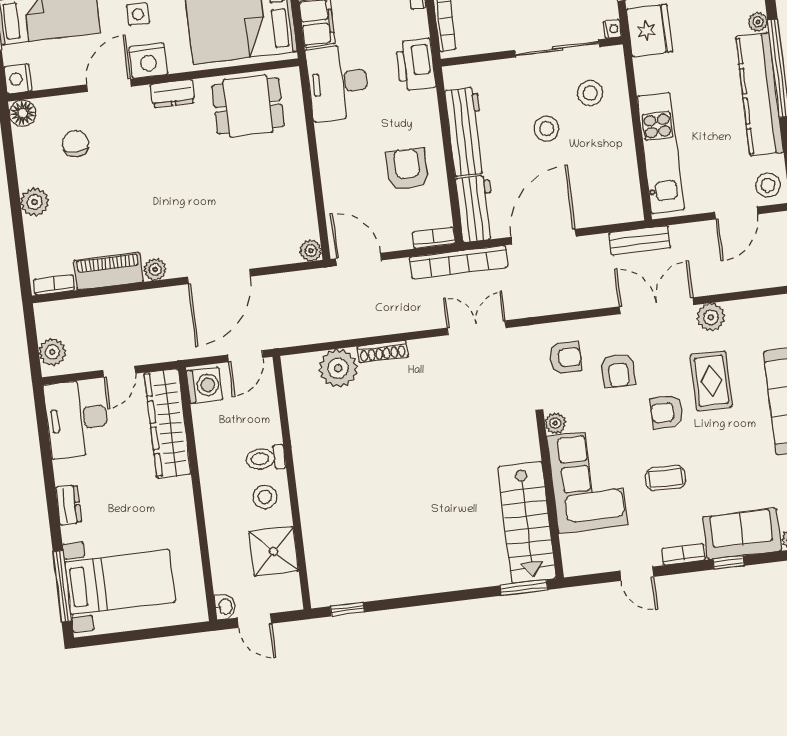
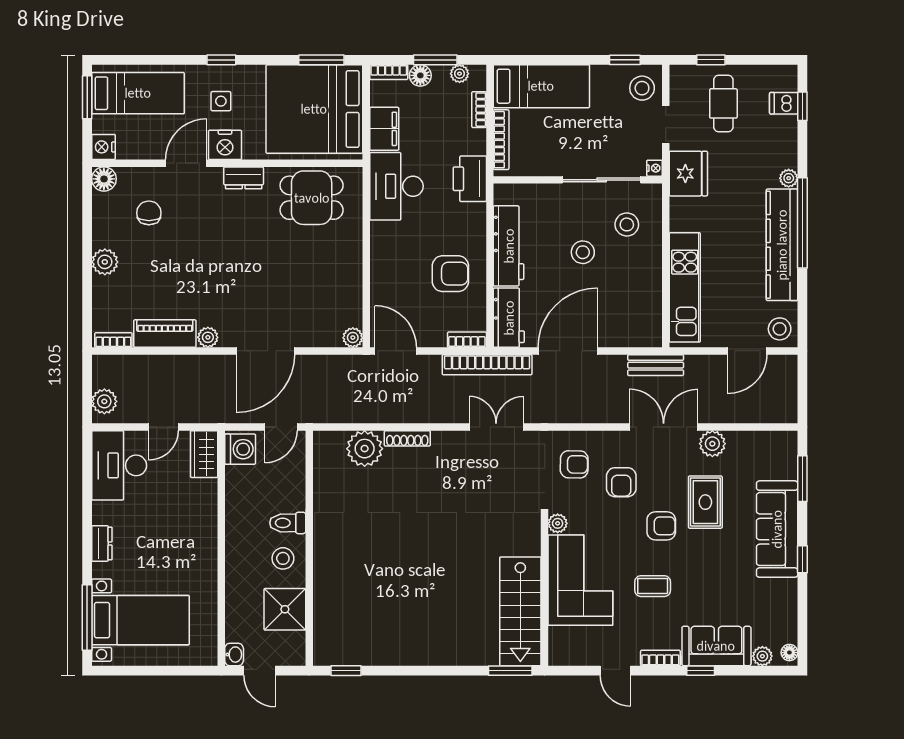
armchair: (407, 169) -> (450, 274), turned 90
armchair: (667, 412) -> (661, 526), turned 180
wardrobe: (167, 423) -> (204, 454), width x0.48, depth x0.85

